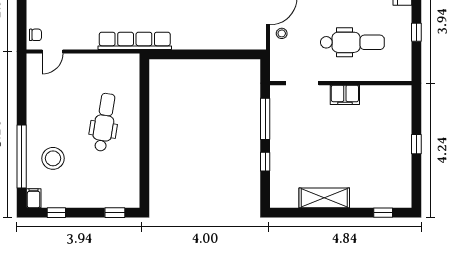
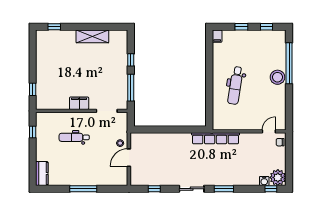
window: (416, 32) -> (33, 132), moved
dental chair: (352, 42) -> (74, 137), width x0.73, depth x0.72
window: (416, 144) -> (33, 89), moved
stool: (53, 158) -> (277, 77), moved
filing cabinet: (34, 198) -> (217, 36), moved
window: (115, 213) -> (241, 27), moved

